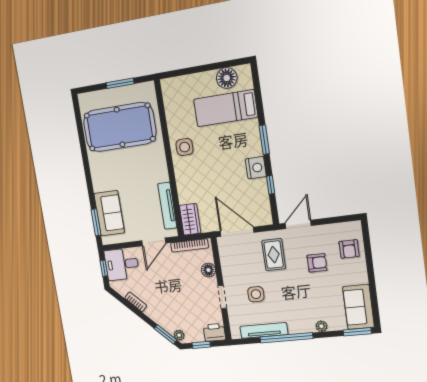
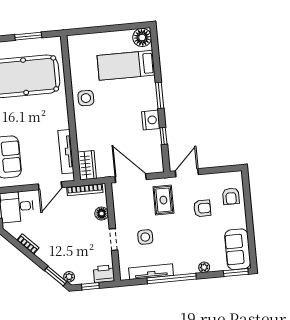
floor lamp: (227, 78) -> (142, 37), moved

